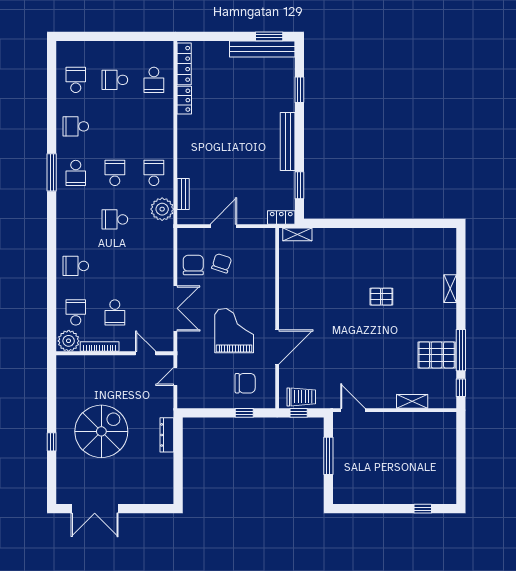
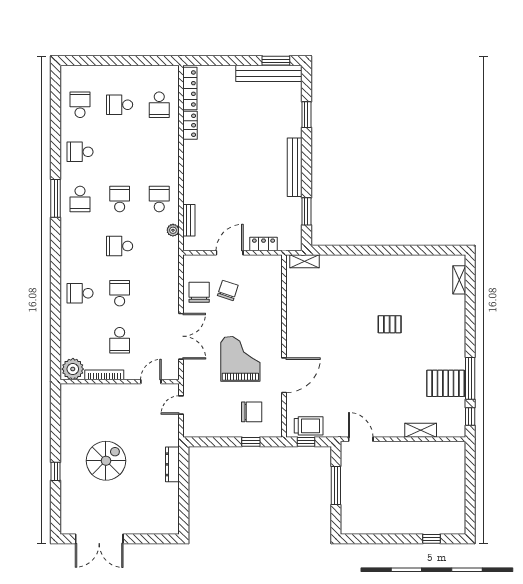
plant: (162, 209) -> (173, 230), width x0.53, depth x0.53
locker: (281, 217) -> (264, 244), moved
shelving: (450, 289) -> (459, 280), moved
school desk: (76, 312) -> (120, 293), moved
door: (146, 353) -> (151, 382), hinge flipped
spiral stairs: (101, 431) -> (106, 461), width x0.73, depth x0.73

